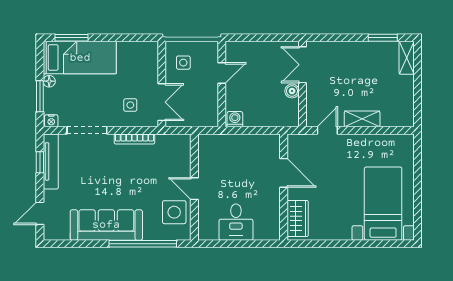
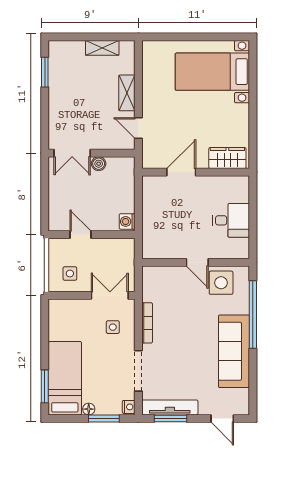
shelving: (407, 58) -> (102, 48), moved
window: (40, 162) -> (171, 418), width x1.50
door: (194, 189) -> (197, 262), hinge flipped

